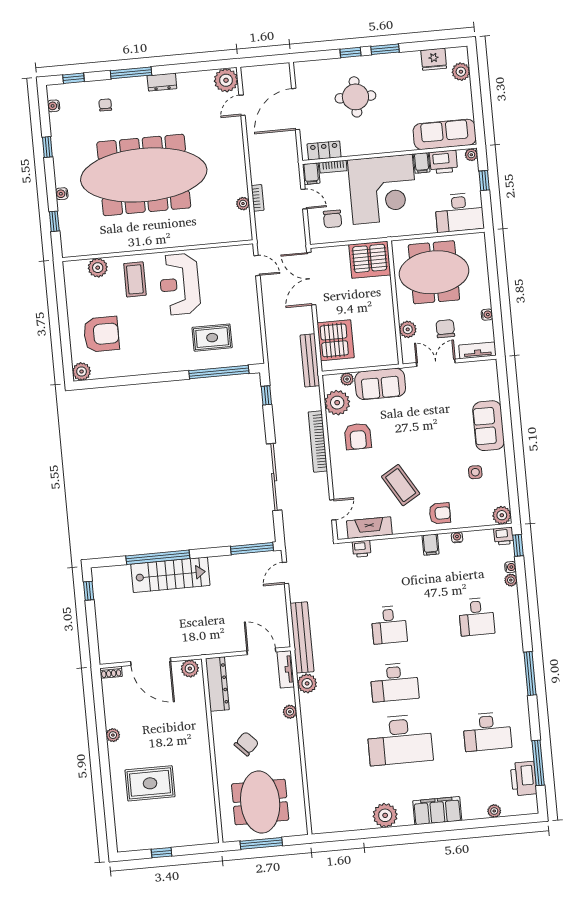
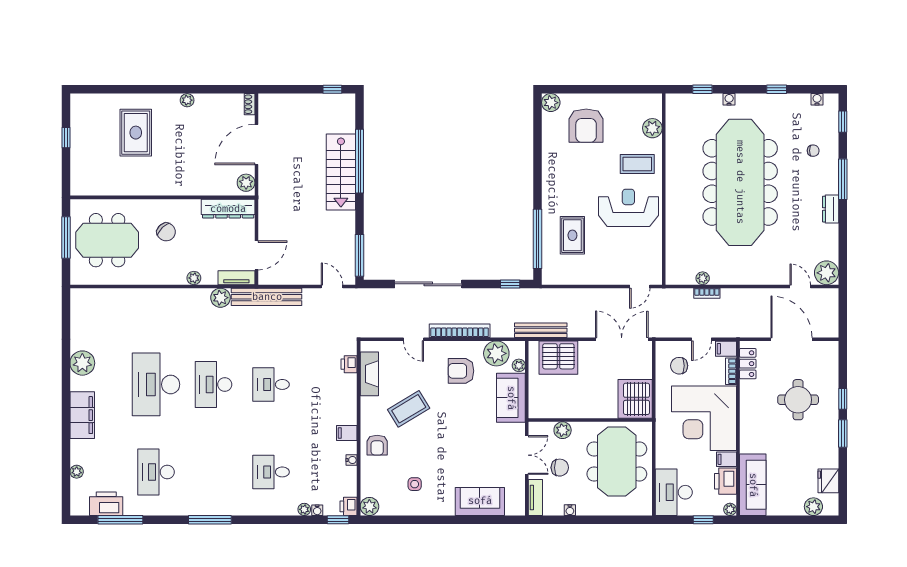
sofa: (488, 426) -> (480, 501), moved
door: (333, 510) -> (414, 339), moved

